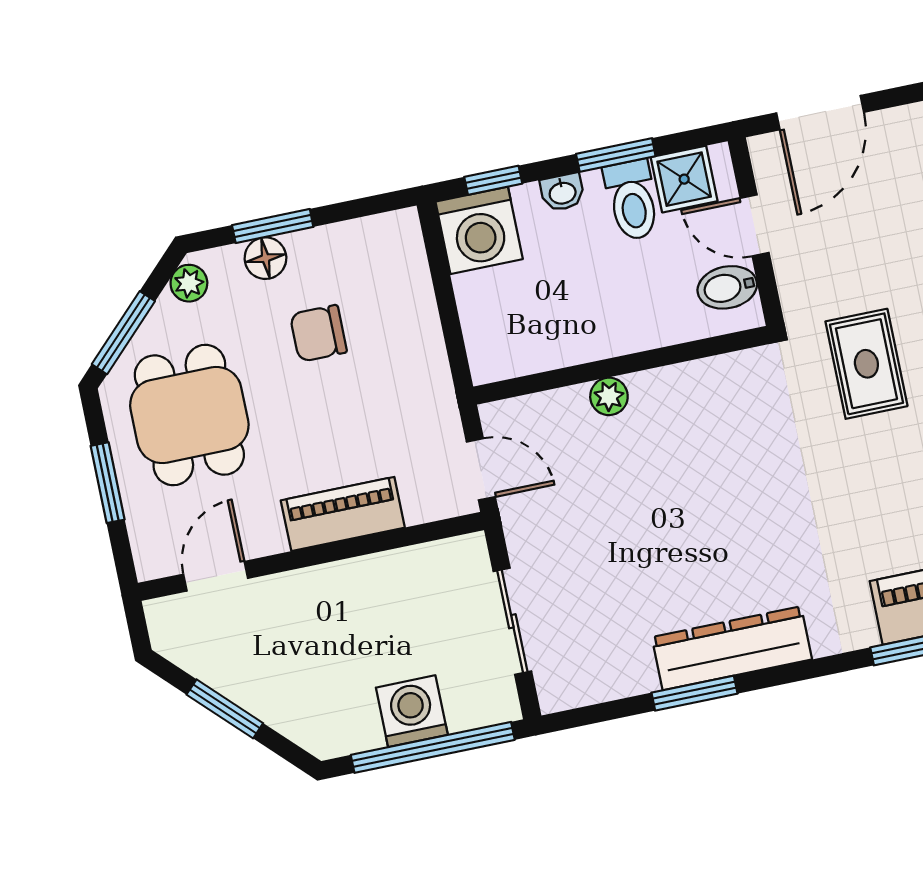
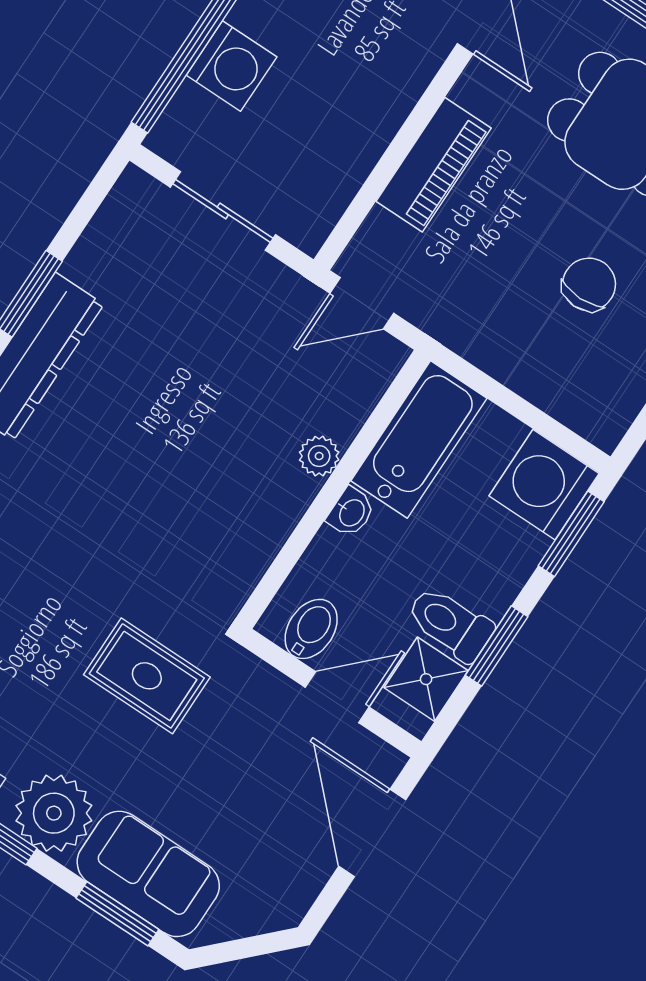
window: (493, 180) -> (571, 534), width x1.50
washbasin: (562, 192) -> (351, 512), moved, turned 180
bathtub: (532, 342) -> (419, 440), added

